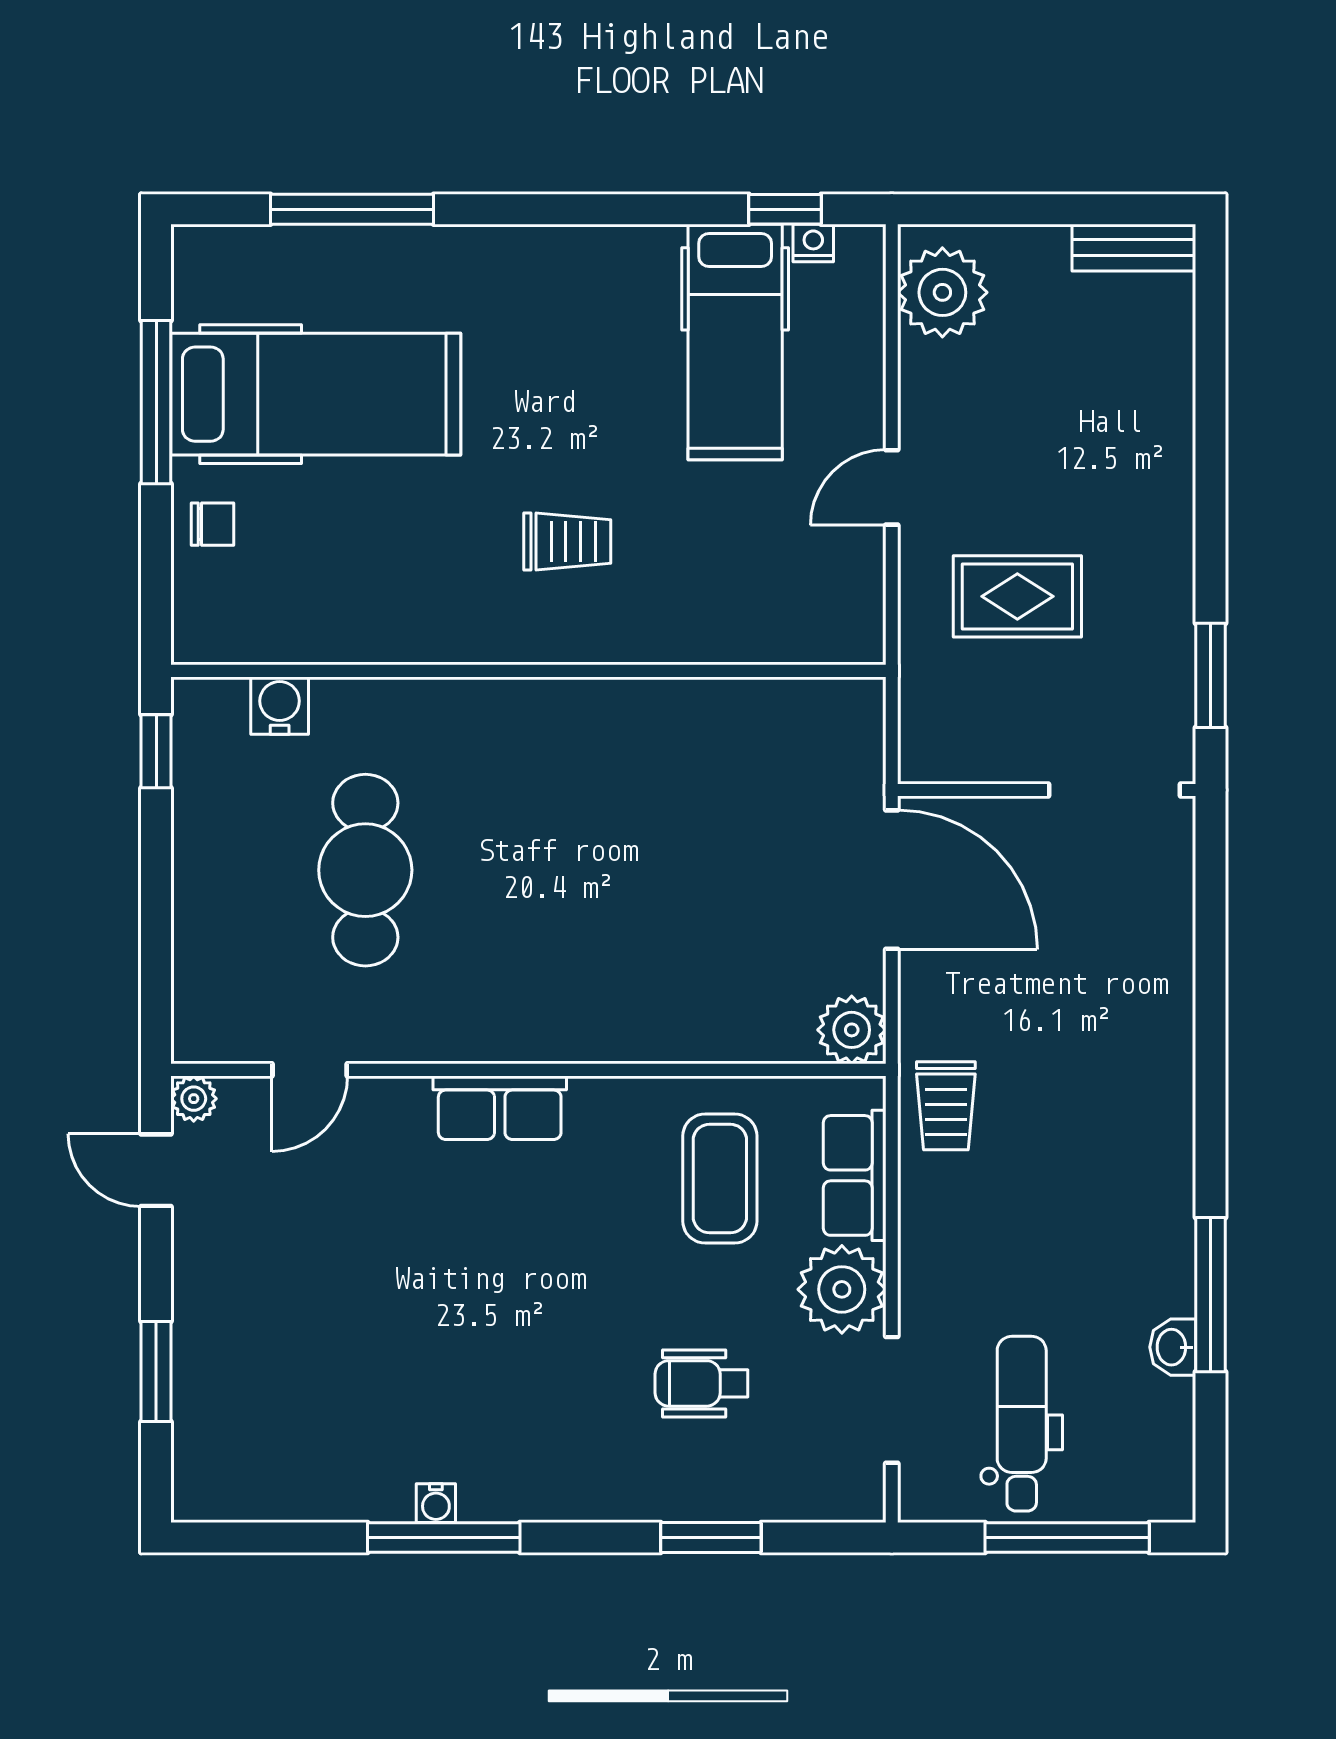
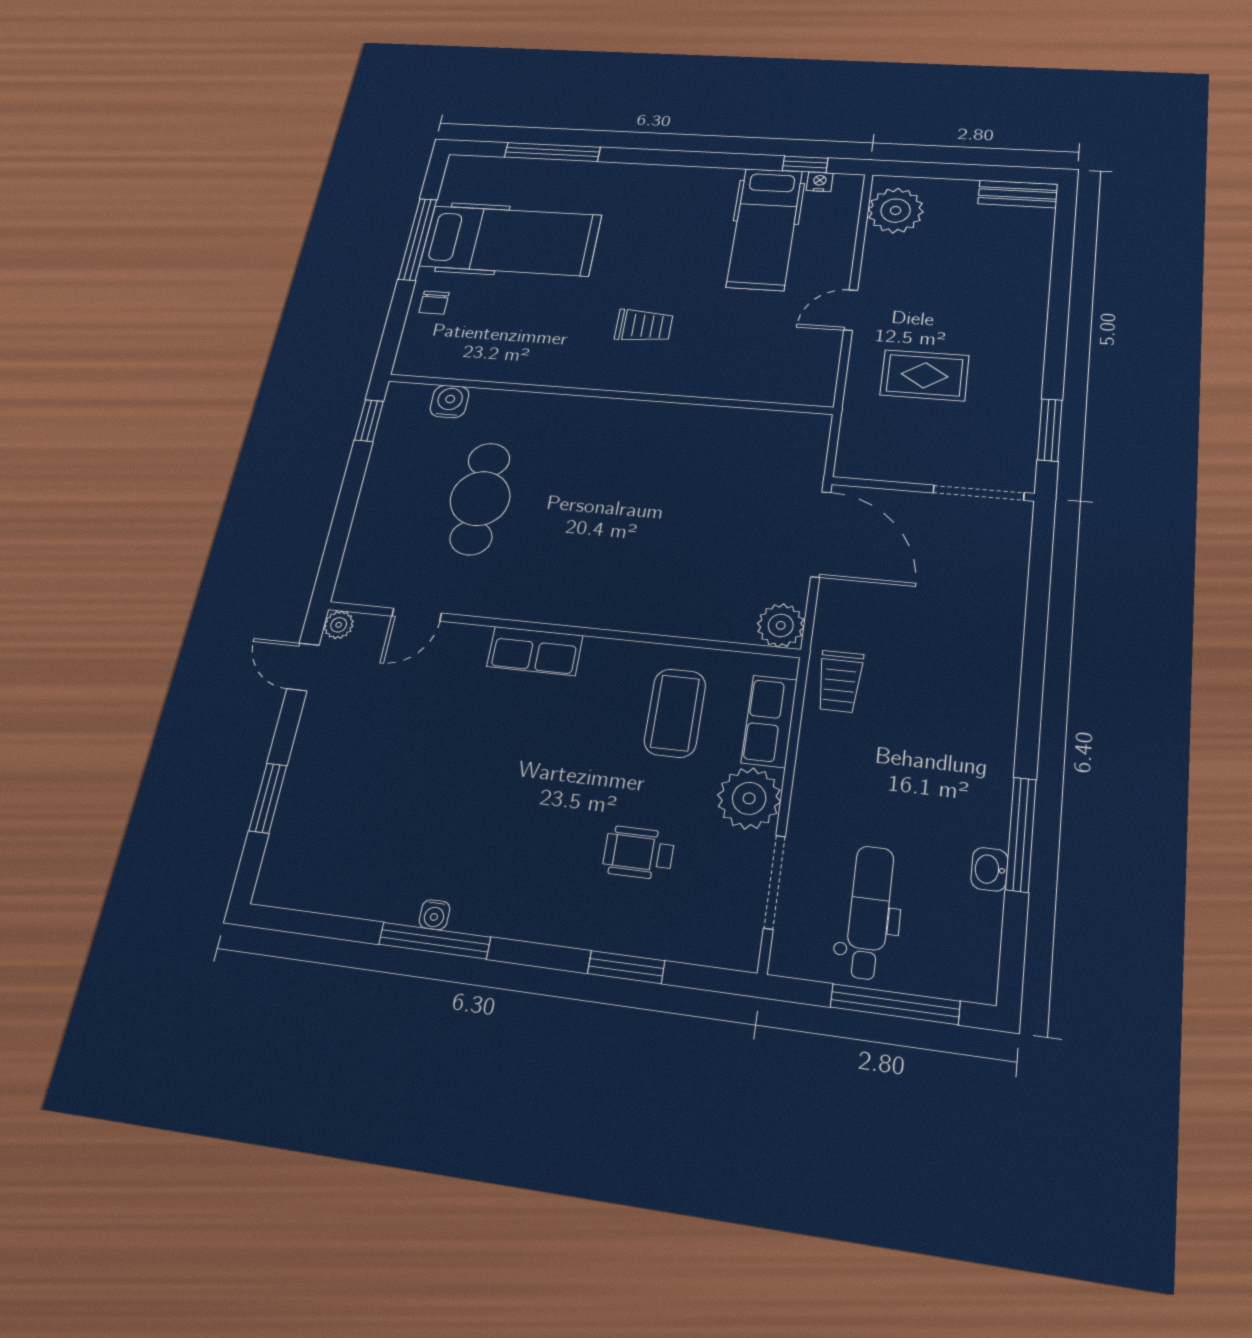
chair: (213, 524) -> (434, 303), turned 90

